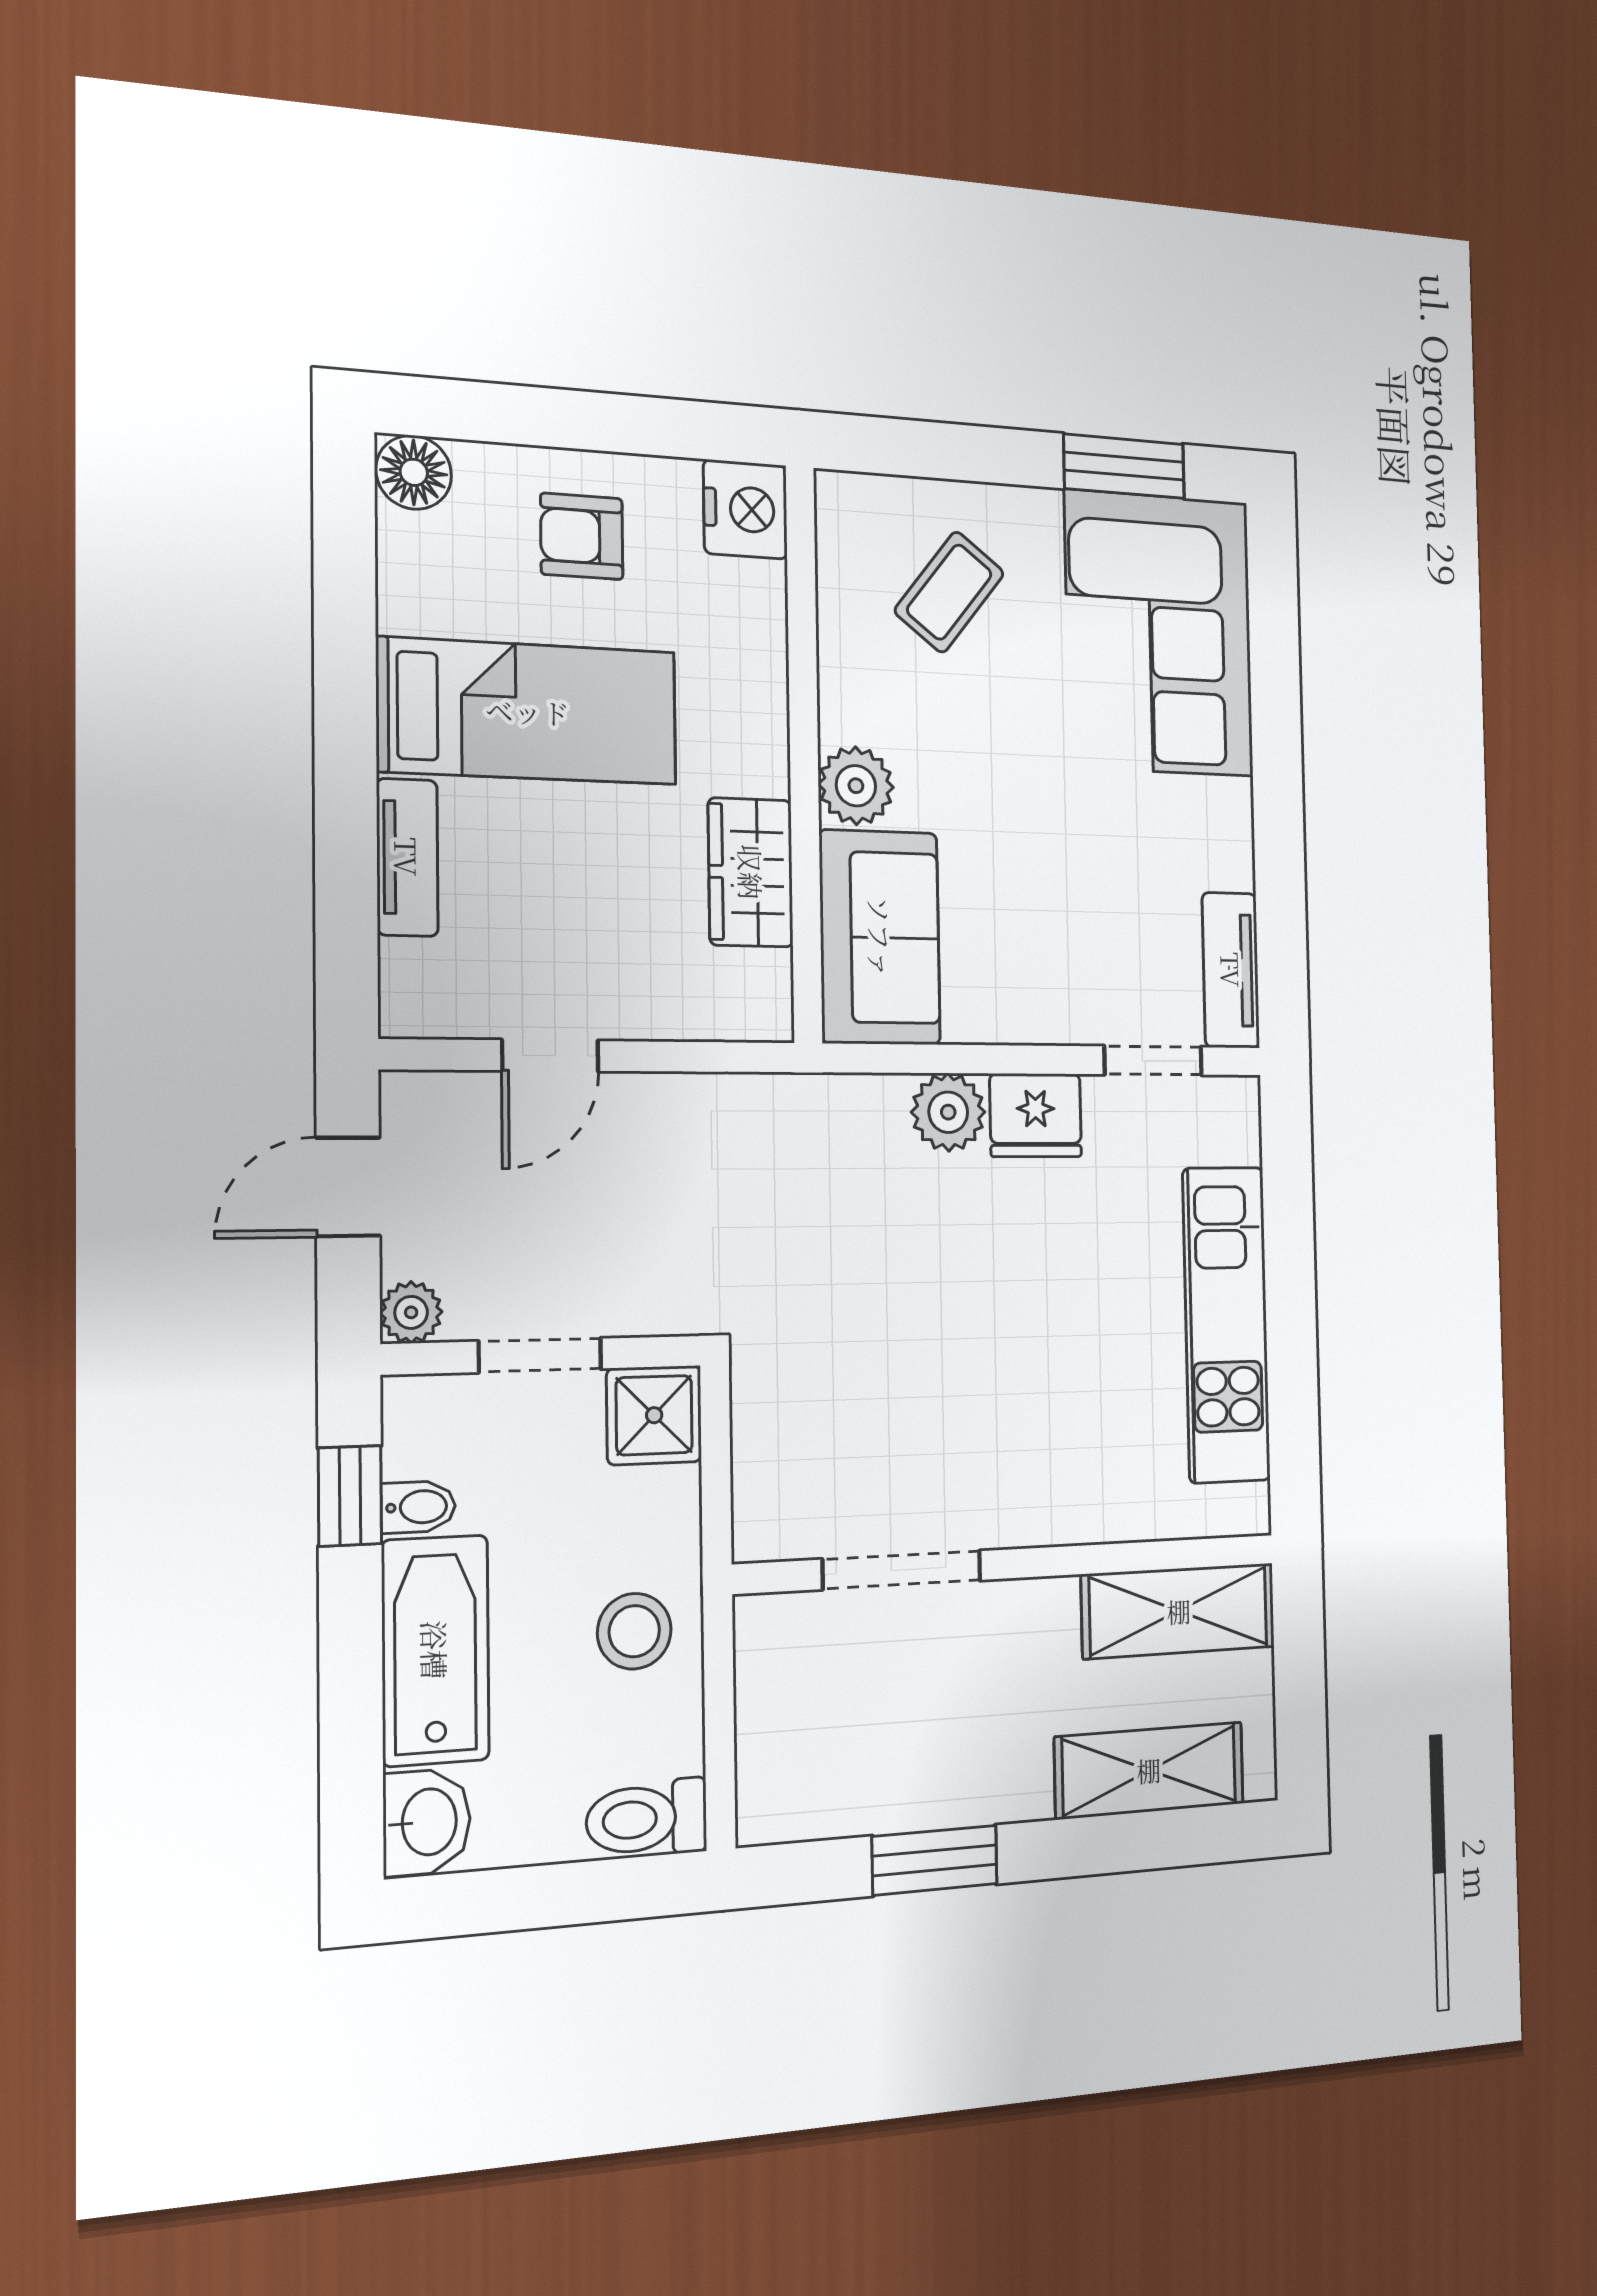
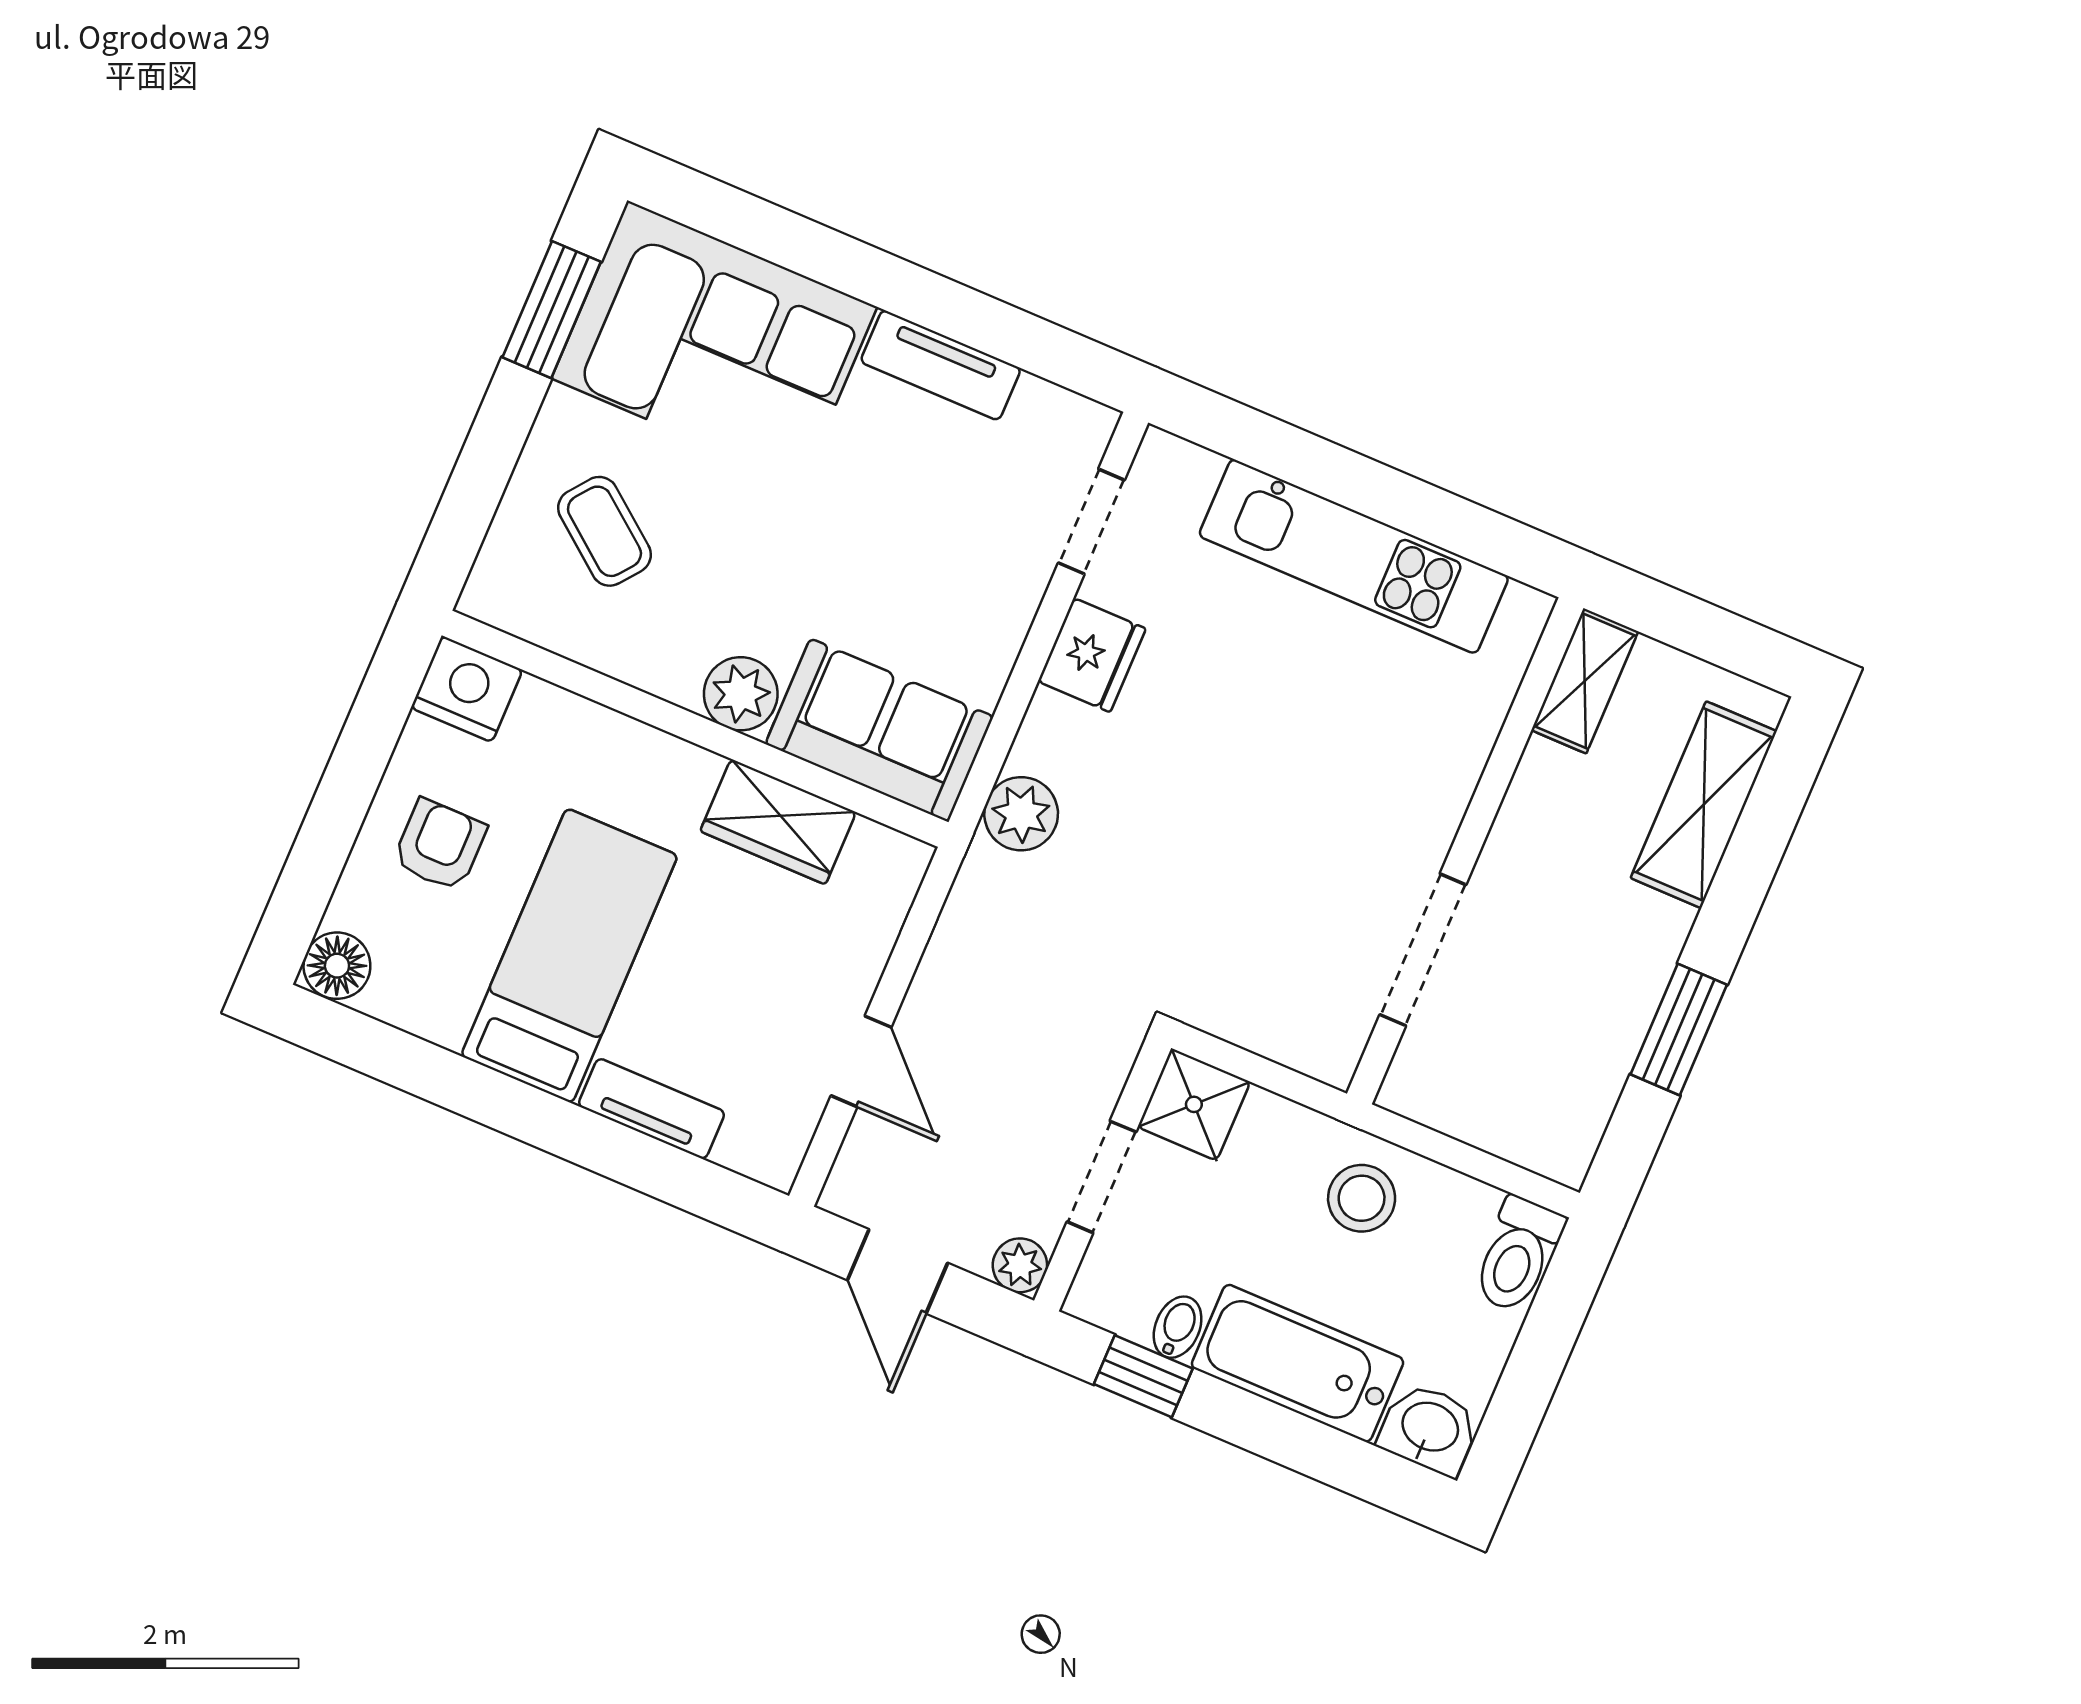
armchair: (582, 536) -> (440, 845), turned 180
tv unit: (1231, 970) -> (941, 365), moved
plant: (948, 1112) -> (1021, 814), moved
shelving: (1179, 1611) -> (1585, 681), width x0.67, depth x0.75

